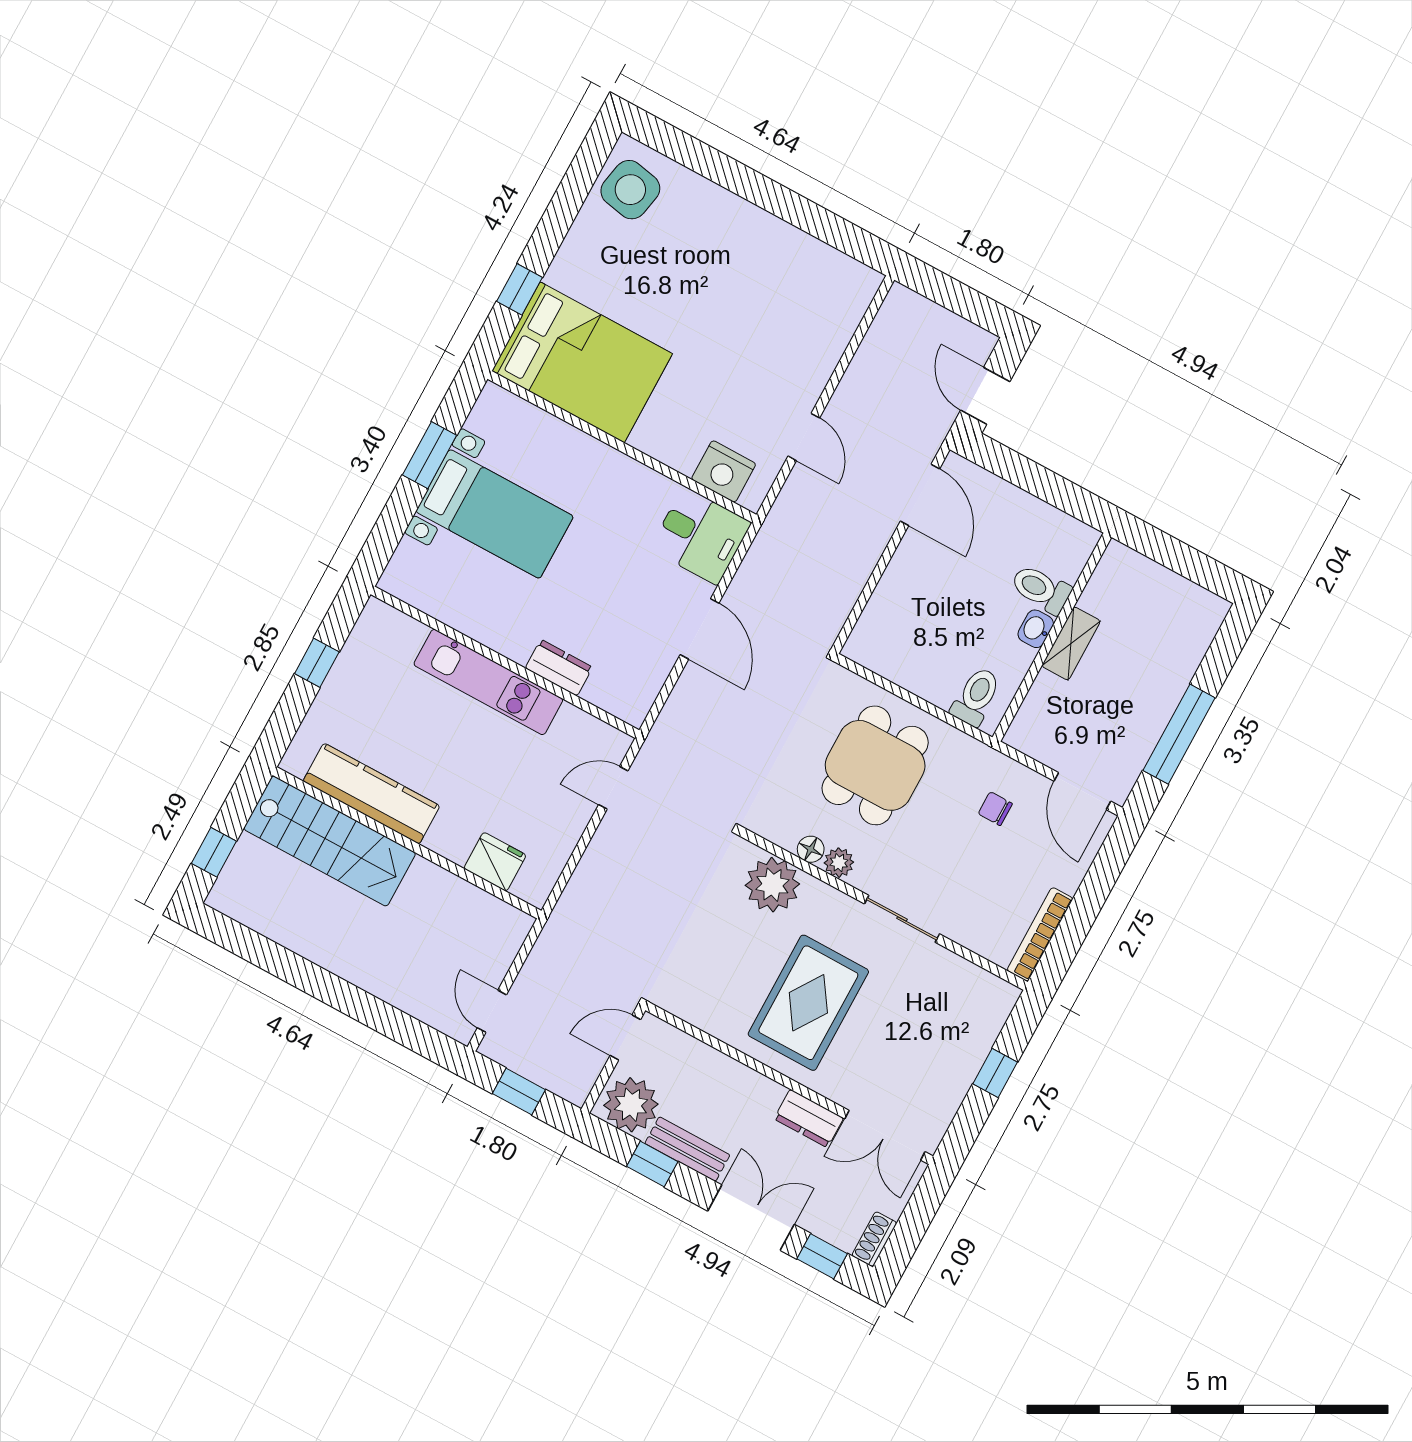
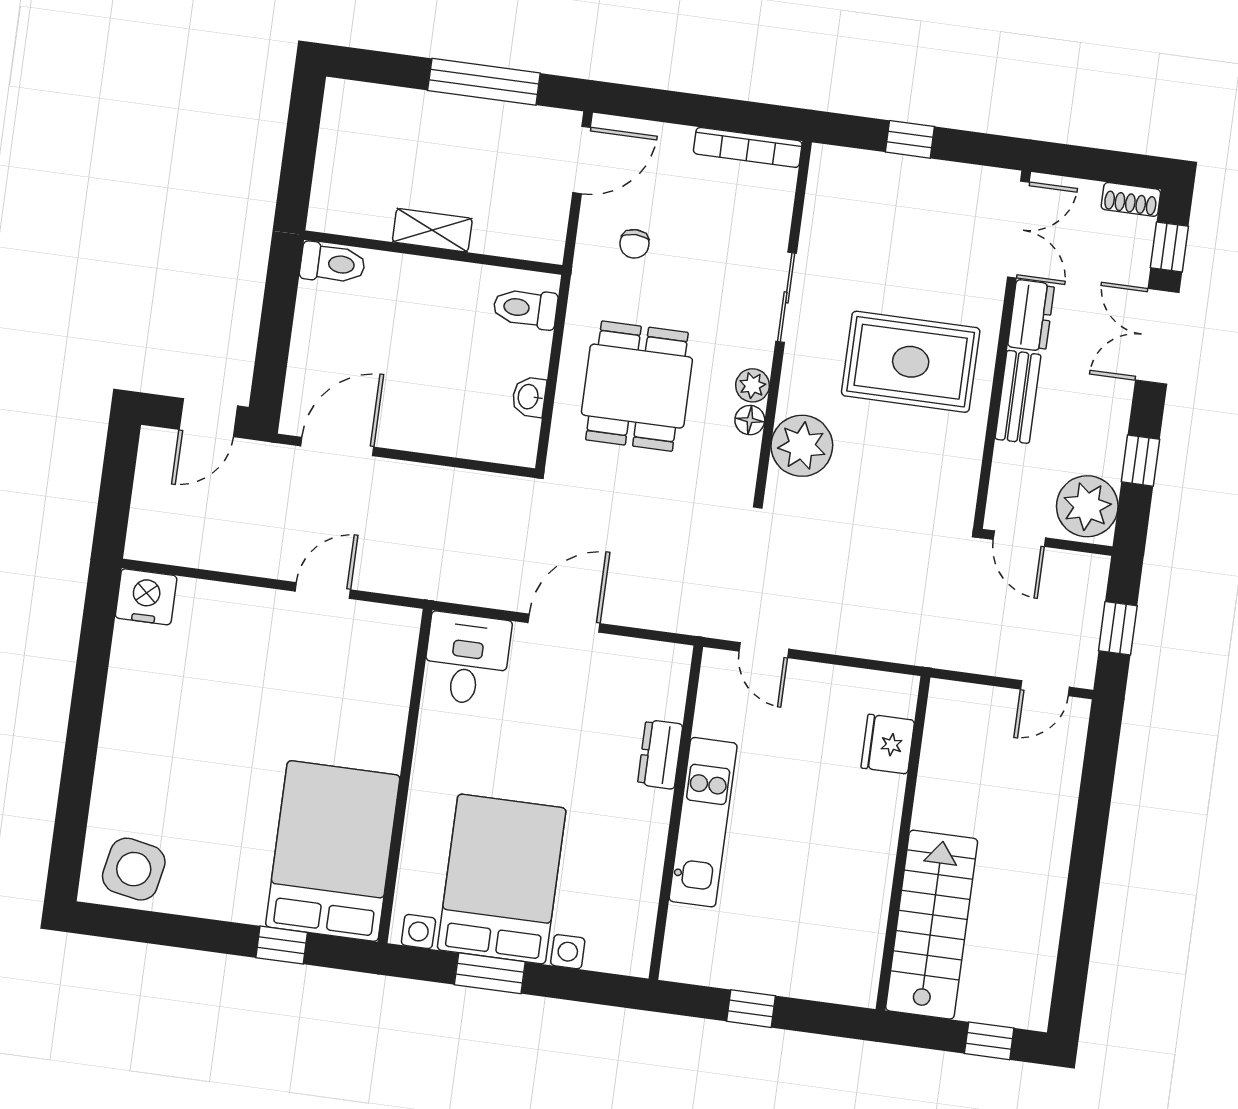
nightstand: (724, 471) -> (146, 597), moved, turned -90
bed with nightstands: (495, 514) -> (502, 879), width x1.36
toilet: (1041, 589) -> (333, 263), moved, turned -90
washbasin: (1036, 629) -> (529, 397), moved, turned 90
dining table: (875, 765) -> (637, 386), turned 90
kitchen counter: (371, 794) -> (866, 900), removed
bench: (687, 1149) -> (1018, 397), moved

